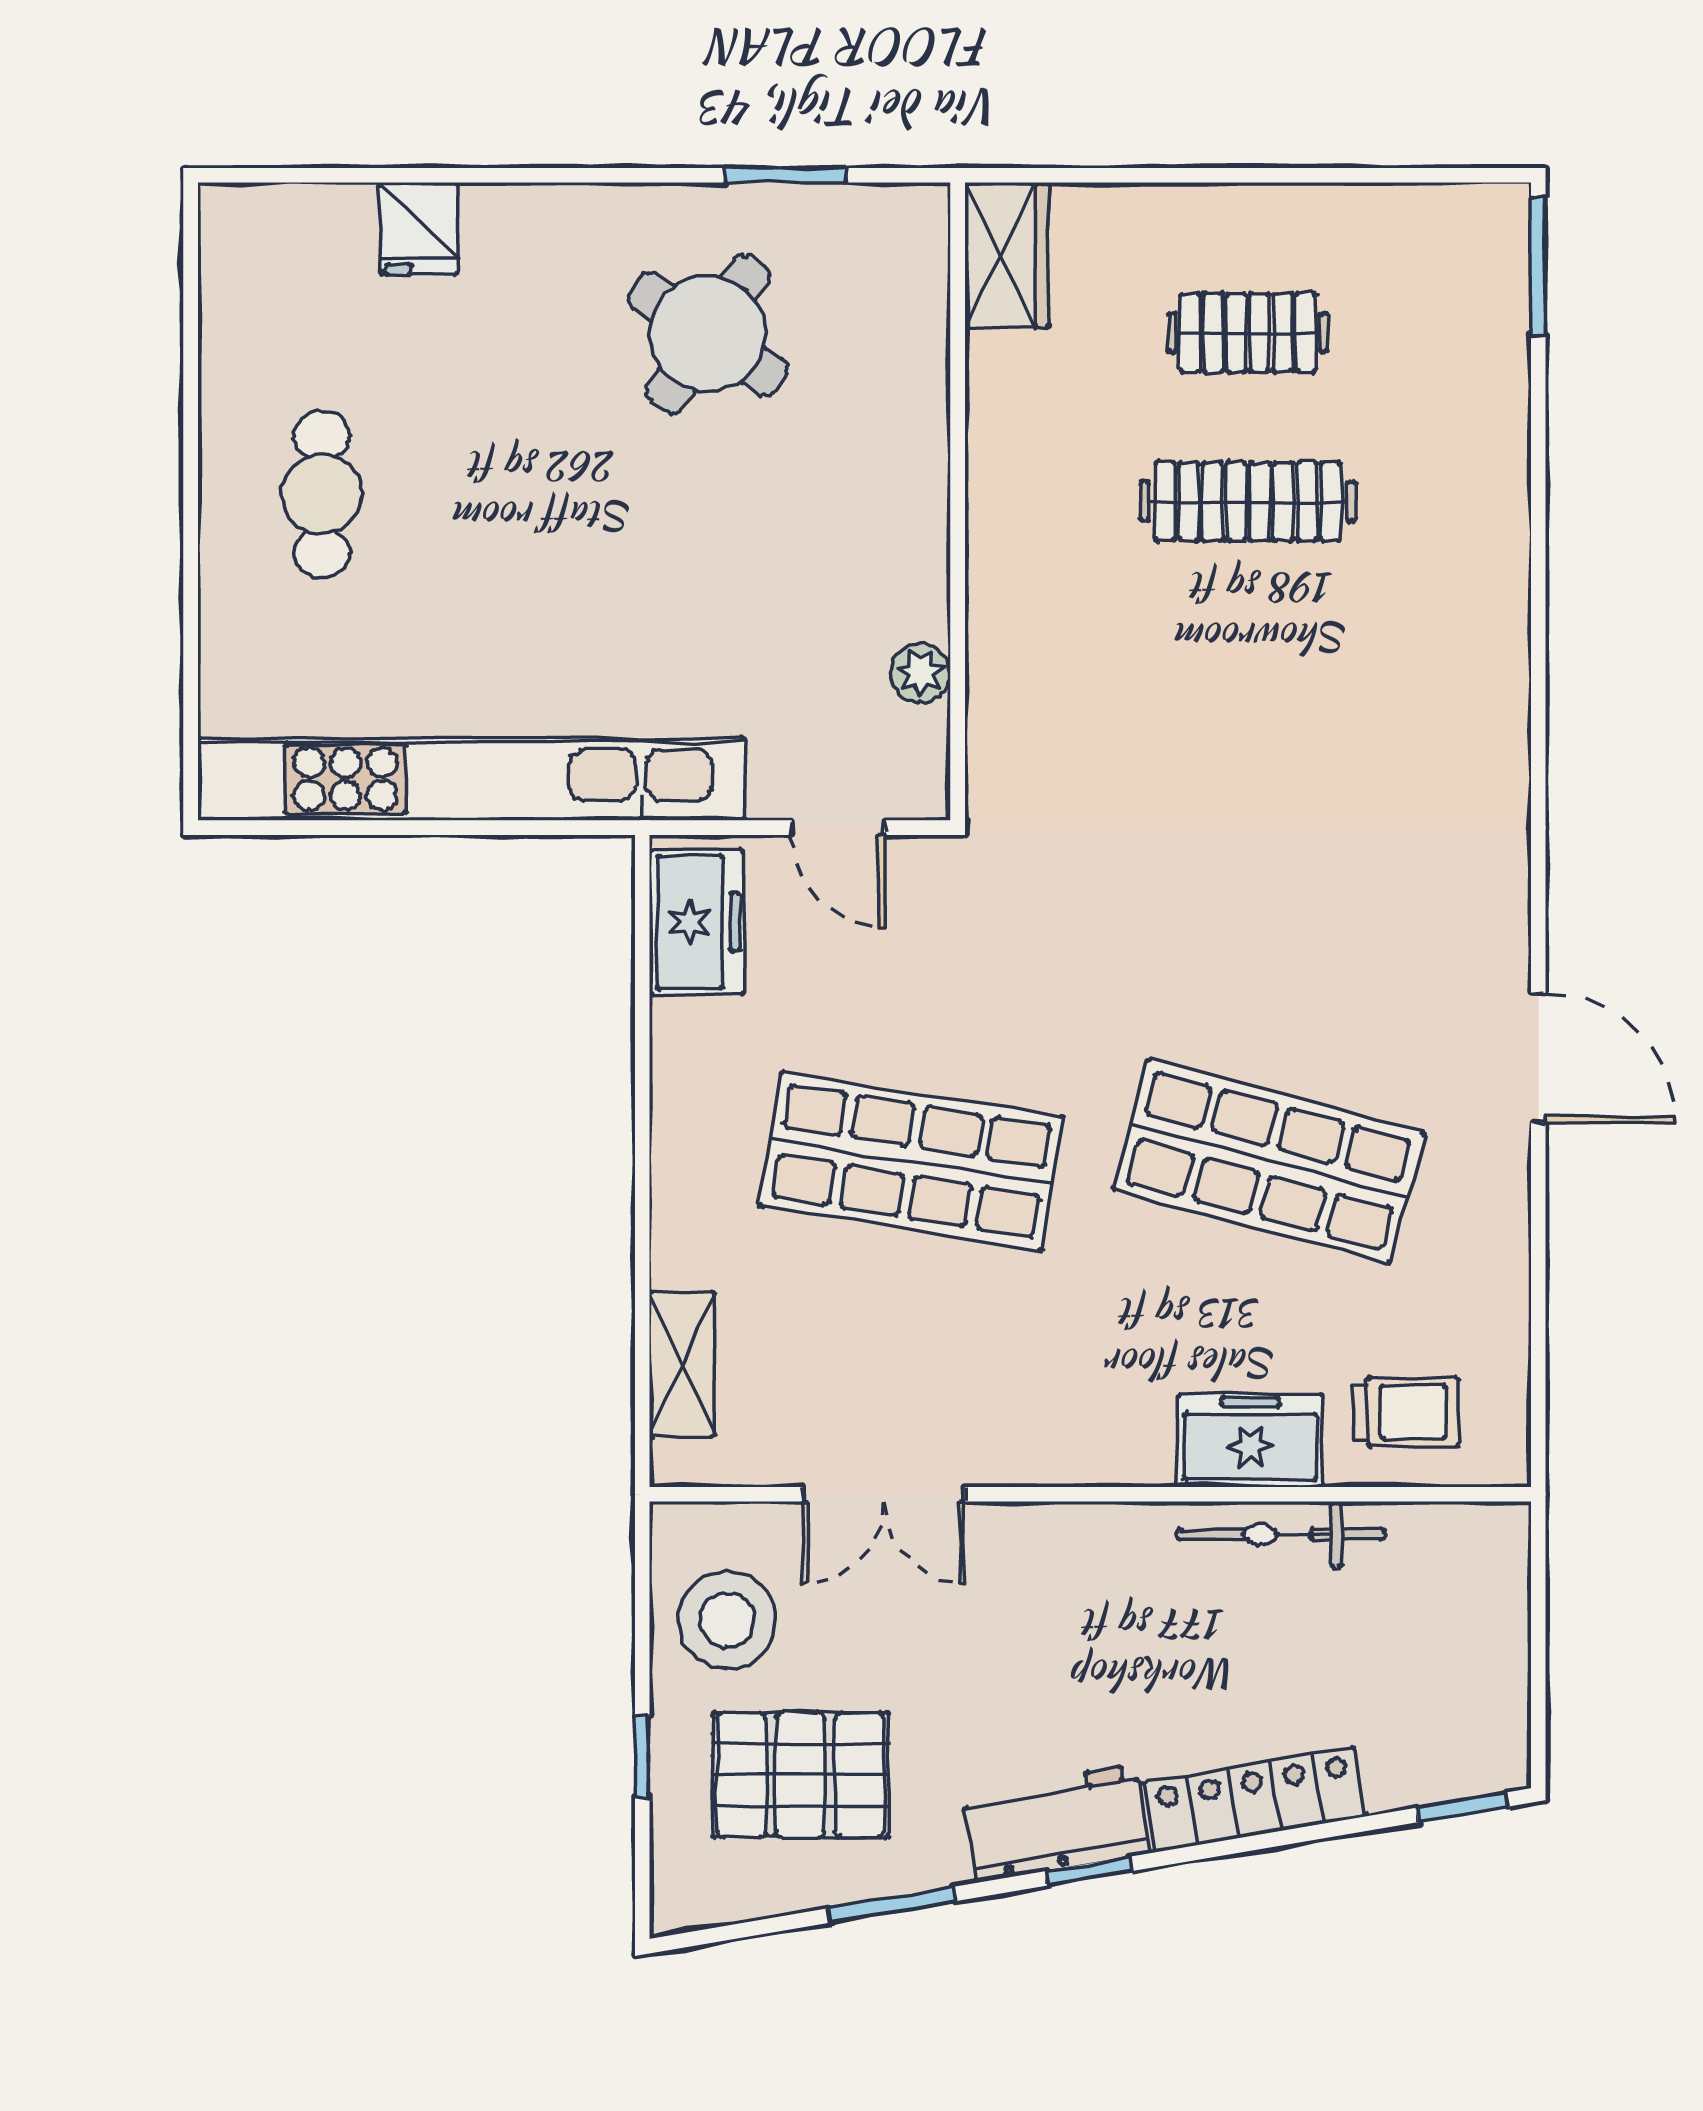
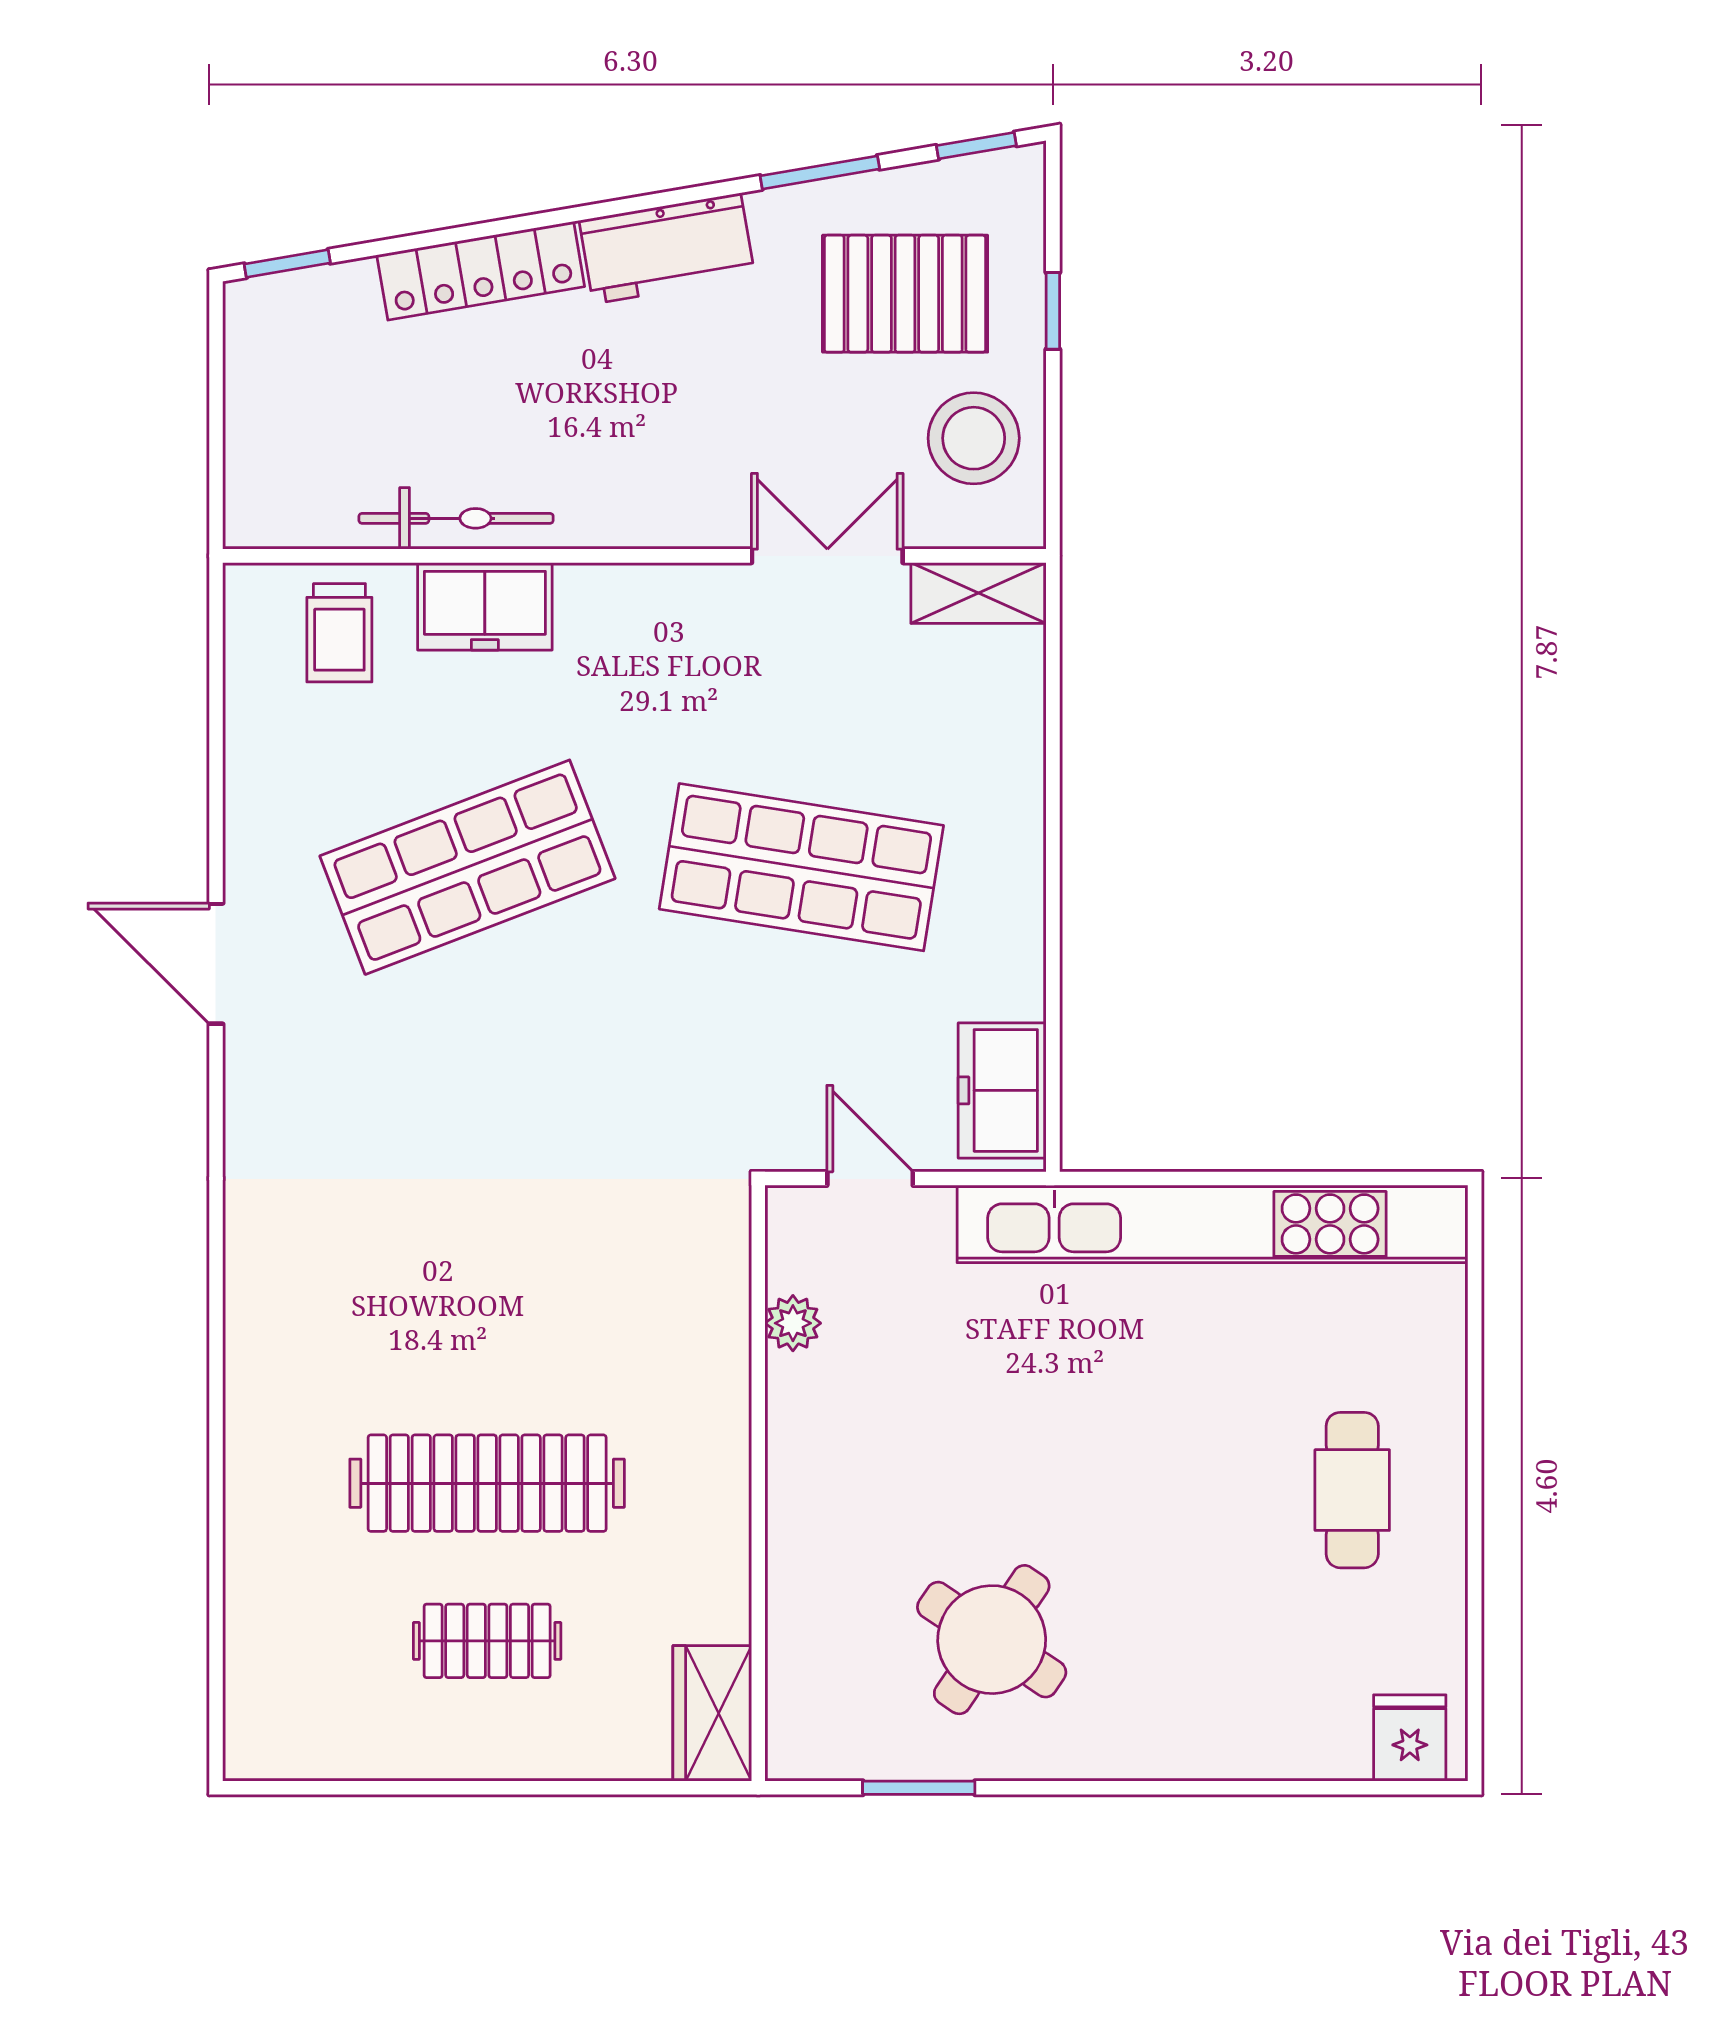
fridge: (419, 229) -> (1410, 1738), moved
window: (1538, 267) -> (216, 1703), removed
clothes rail: (1248, 501) -> (487, 1483), width x1.37, depth x1.31
shop shelf: (1269, 1161) -> (467, 867), turned -36
shelving: (682, 1364) -> (978, 593), moved, turned 90
trolley: (1406, 1412) -> (339, 633), turned -90
window: (1089, 1871) -> (976, 146), moved

